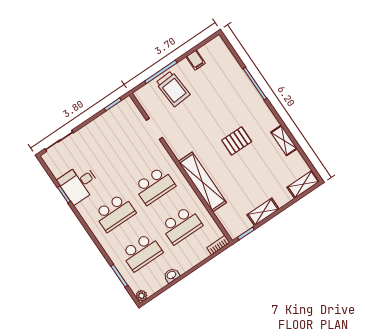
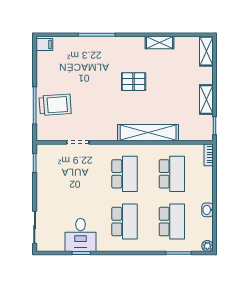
filing cabinet: (196, 60) -> (44, 45), moved
pallet: (237, 141) -> (134, 82), turned 90

